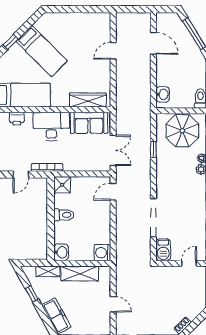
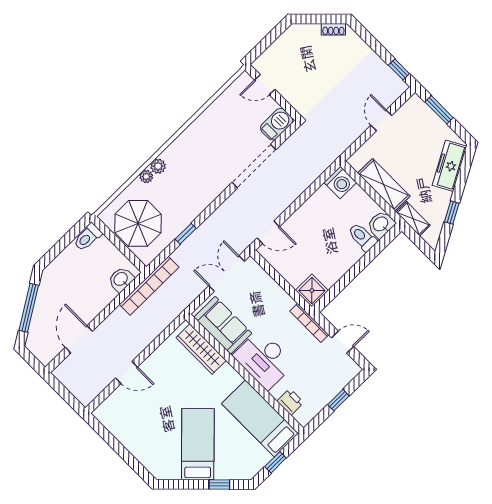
bookcase: (145, 105) -> (149, 286), added
toilet: (64, 215) -> (362, 237), moved

